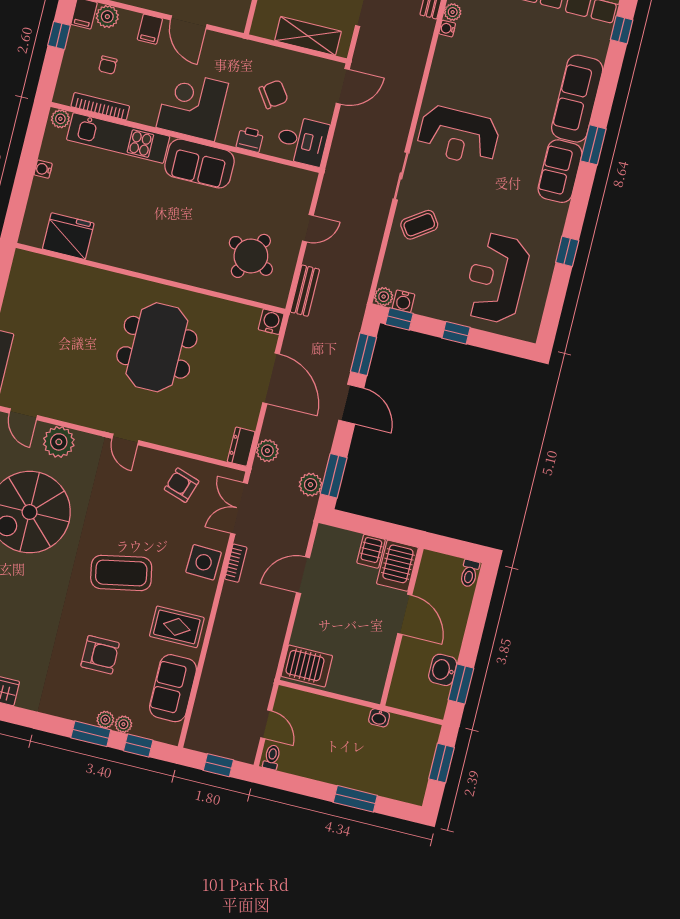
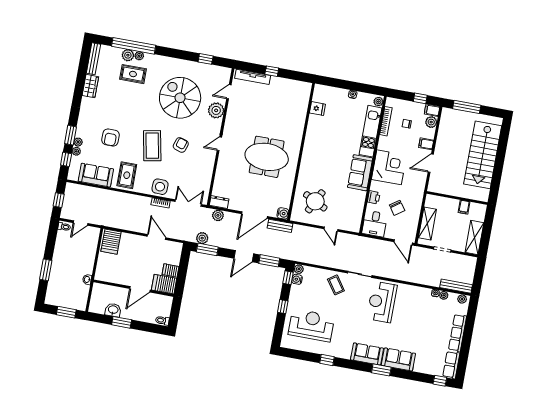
sofa: (577, 99) -> (398, 359), width x0.73
fridge: (68, 236) -> (317, 109), width x0.53, depth x0.75
bench: (305, 291) -> (280, 226), moved
armchair: (182, 485) -> (181, 145), moved
window: (461, 684) -> (122, 322), moved

